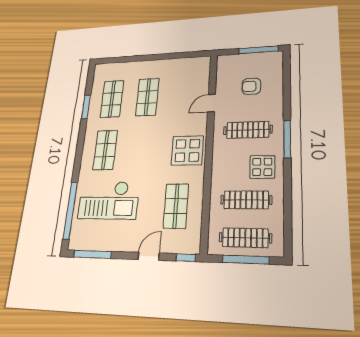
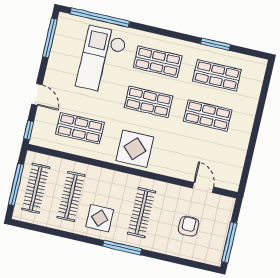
door: (211, 103) -> (203, 187), moved
shop shelf: (142, 149) -> (148, 102), added

